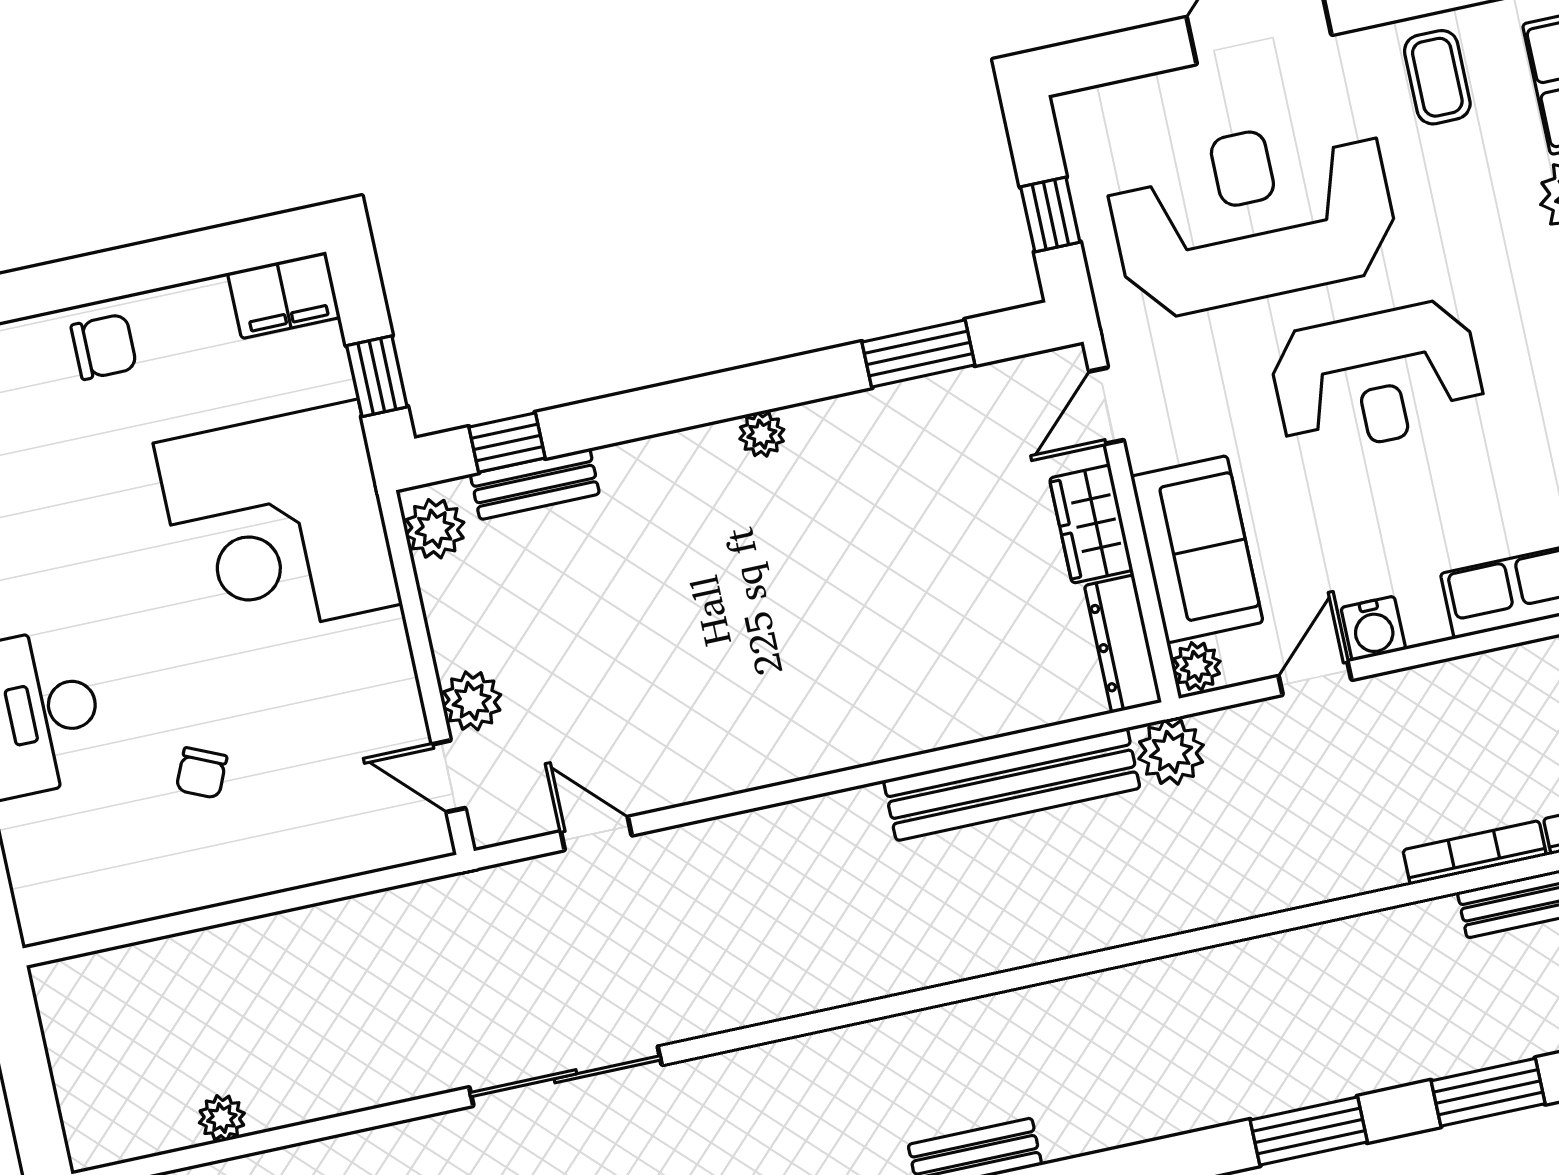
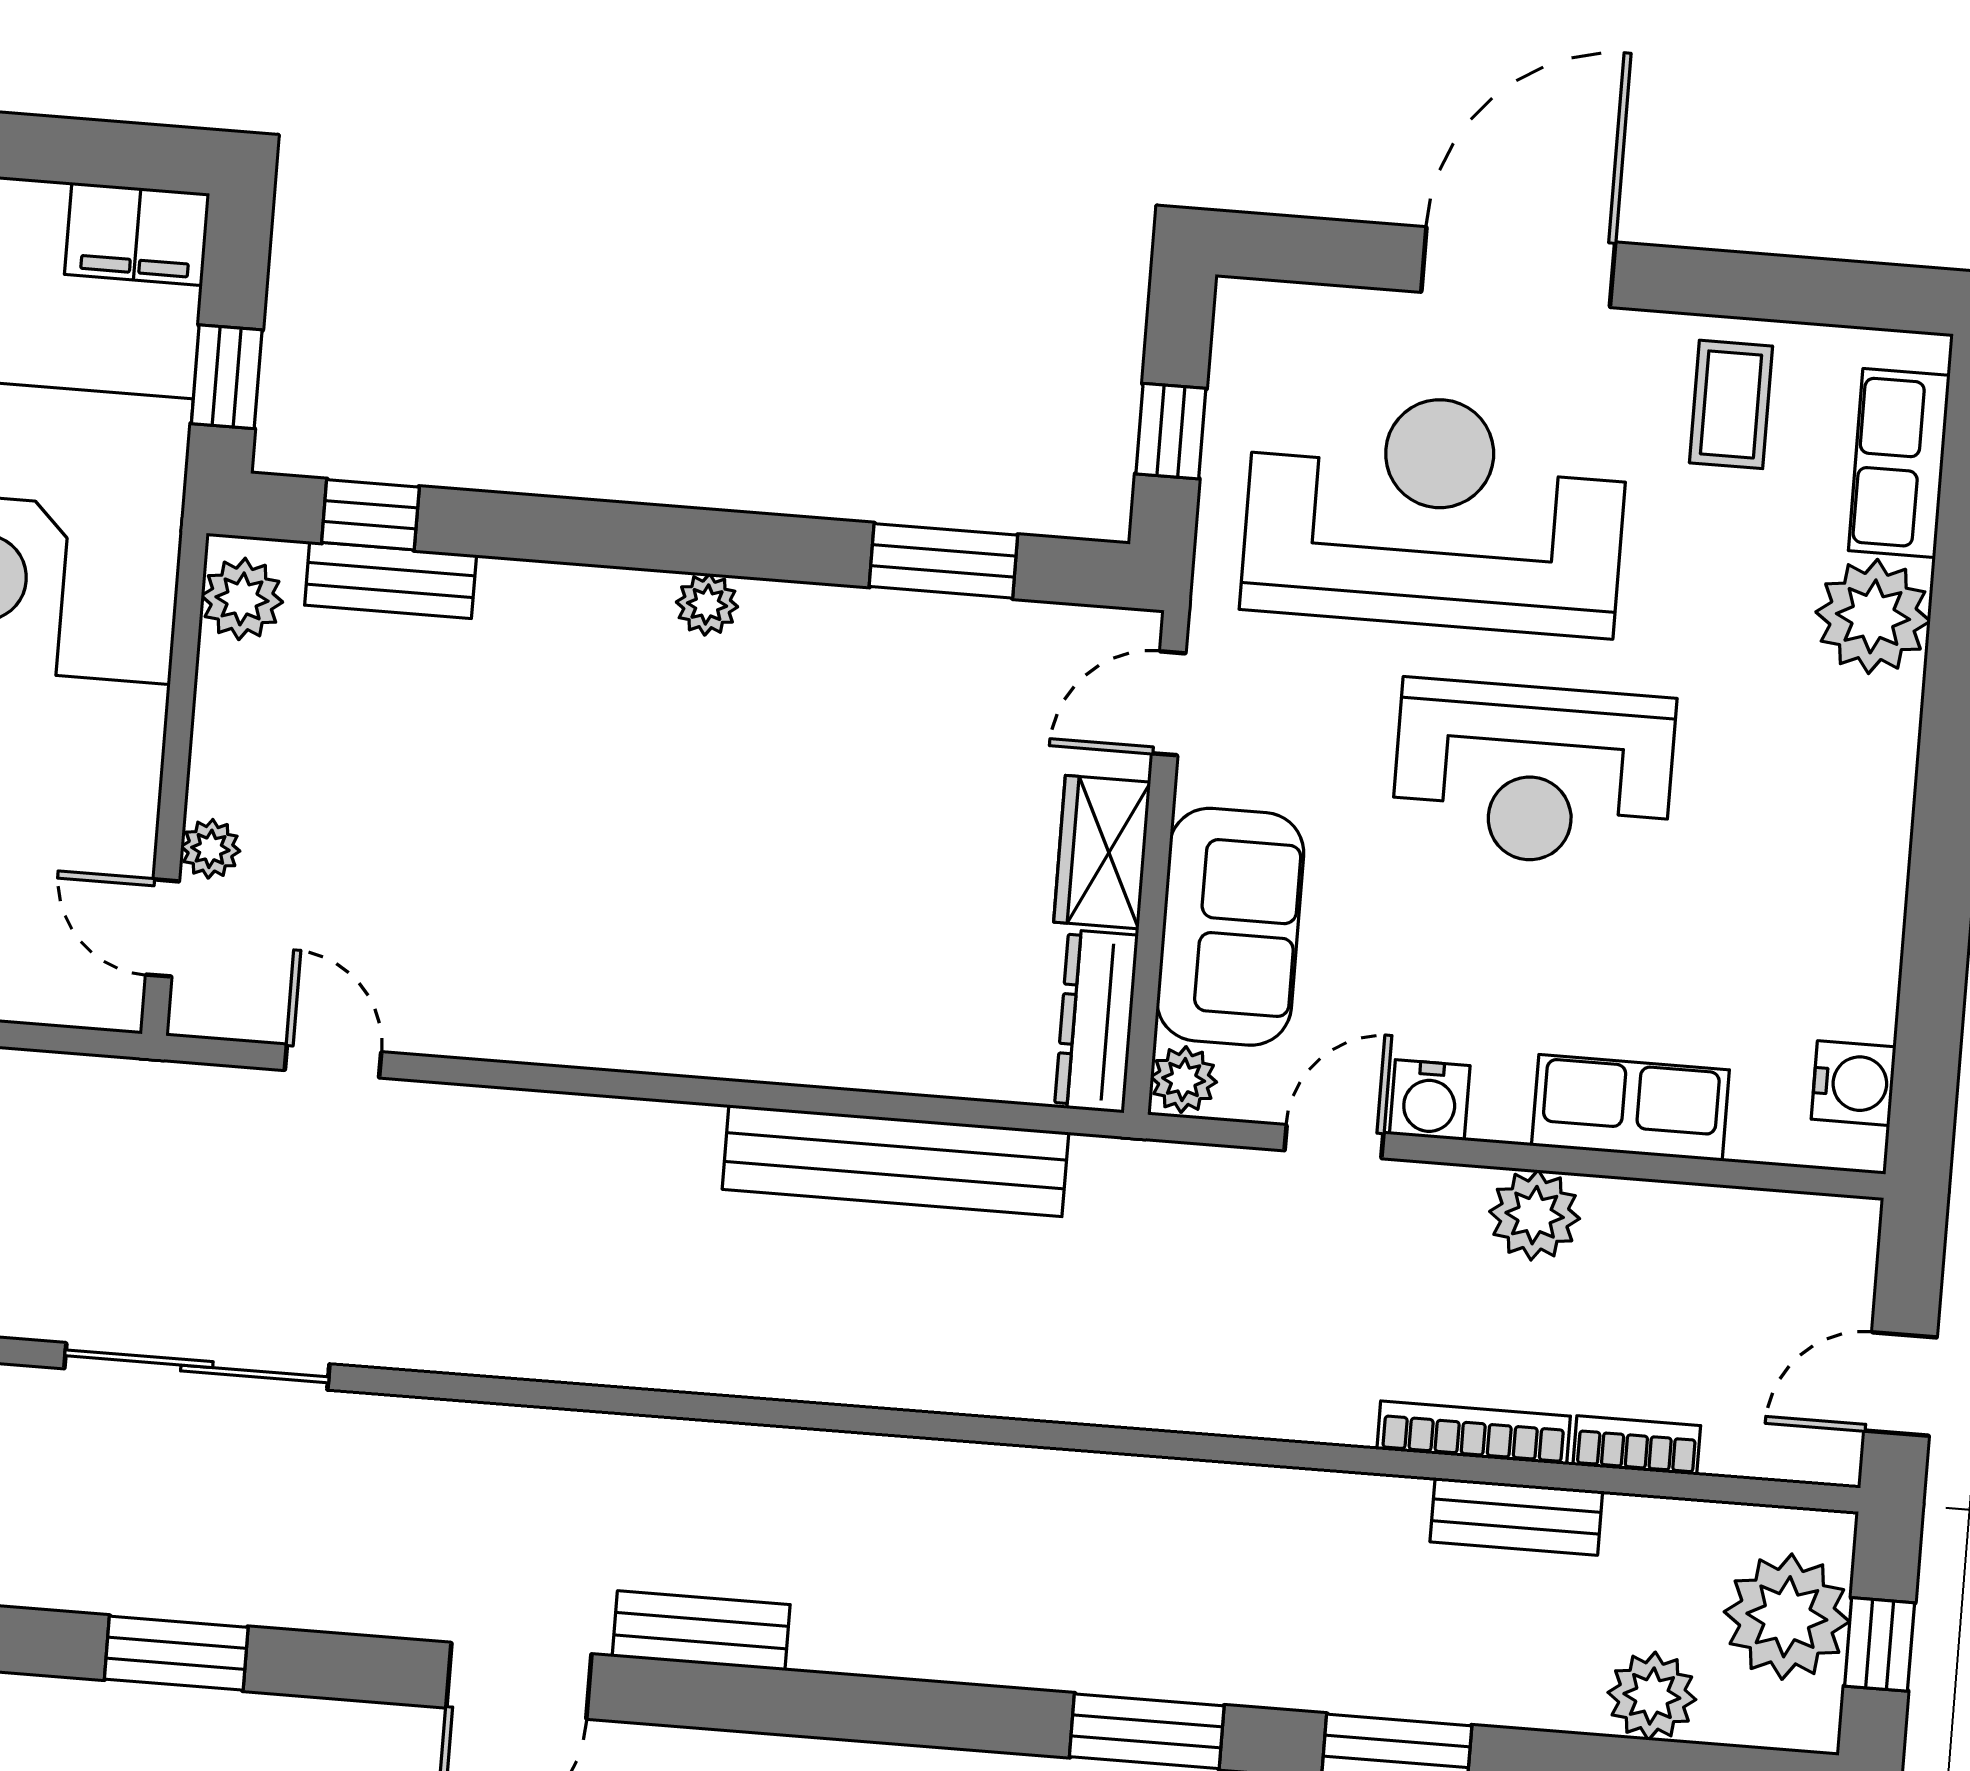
plant: (472, 701) -> (210, 849), width x0.73, depth x0.73
plant: (1171, 752) -> (1535, 1215), moved

